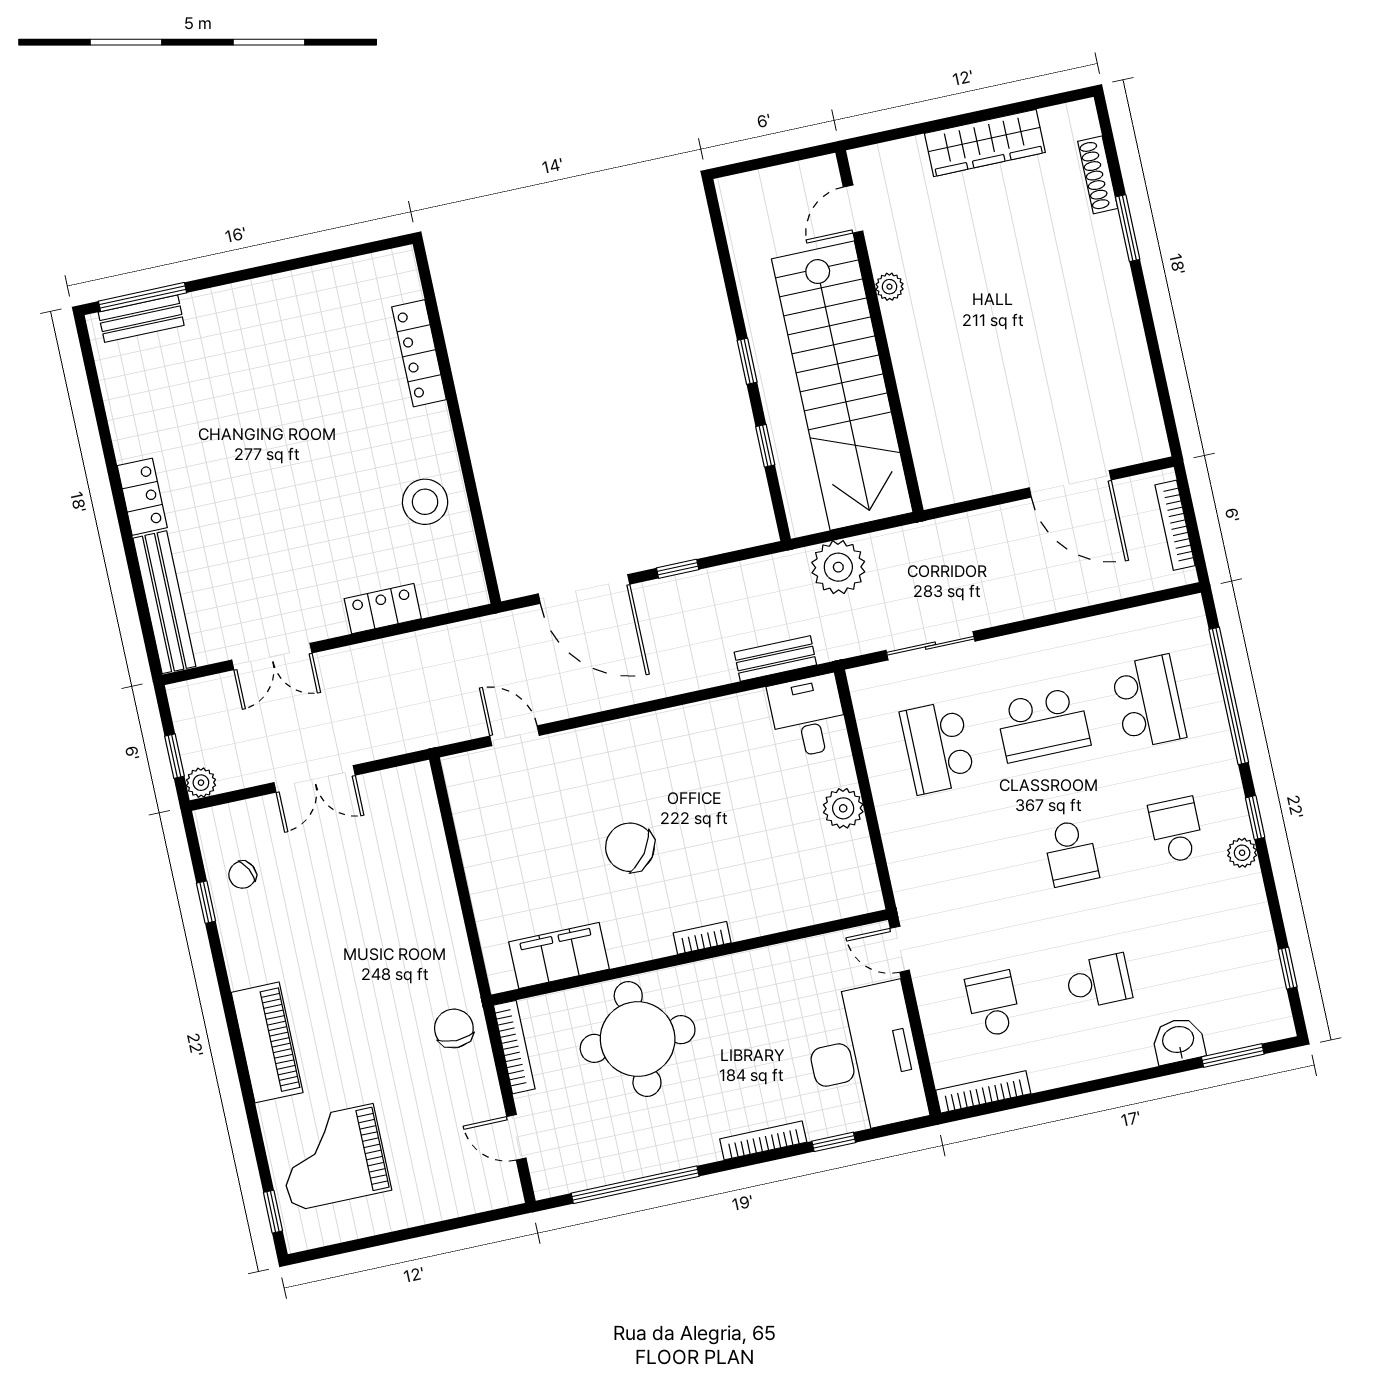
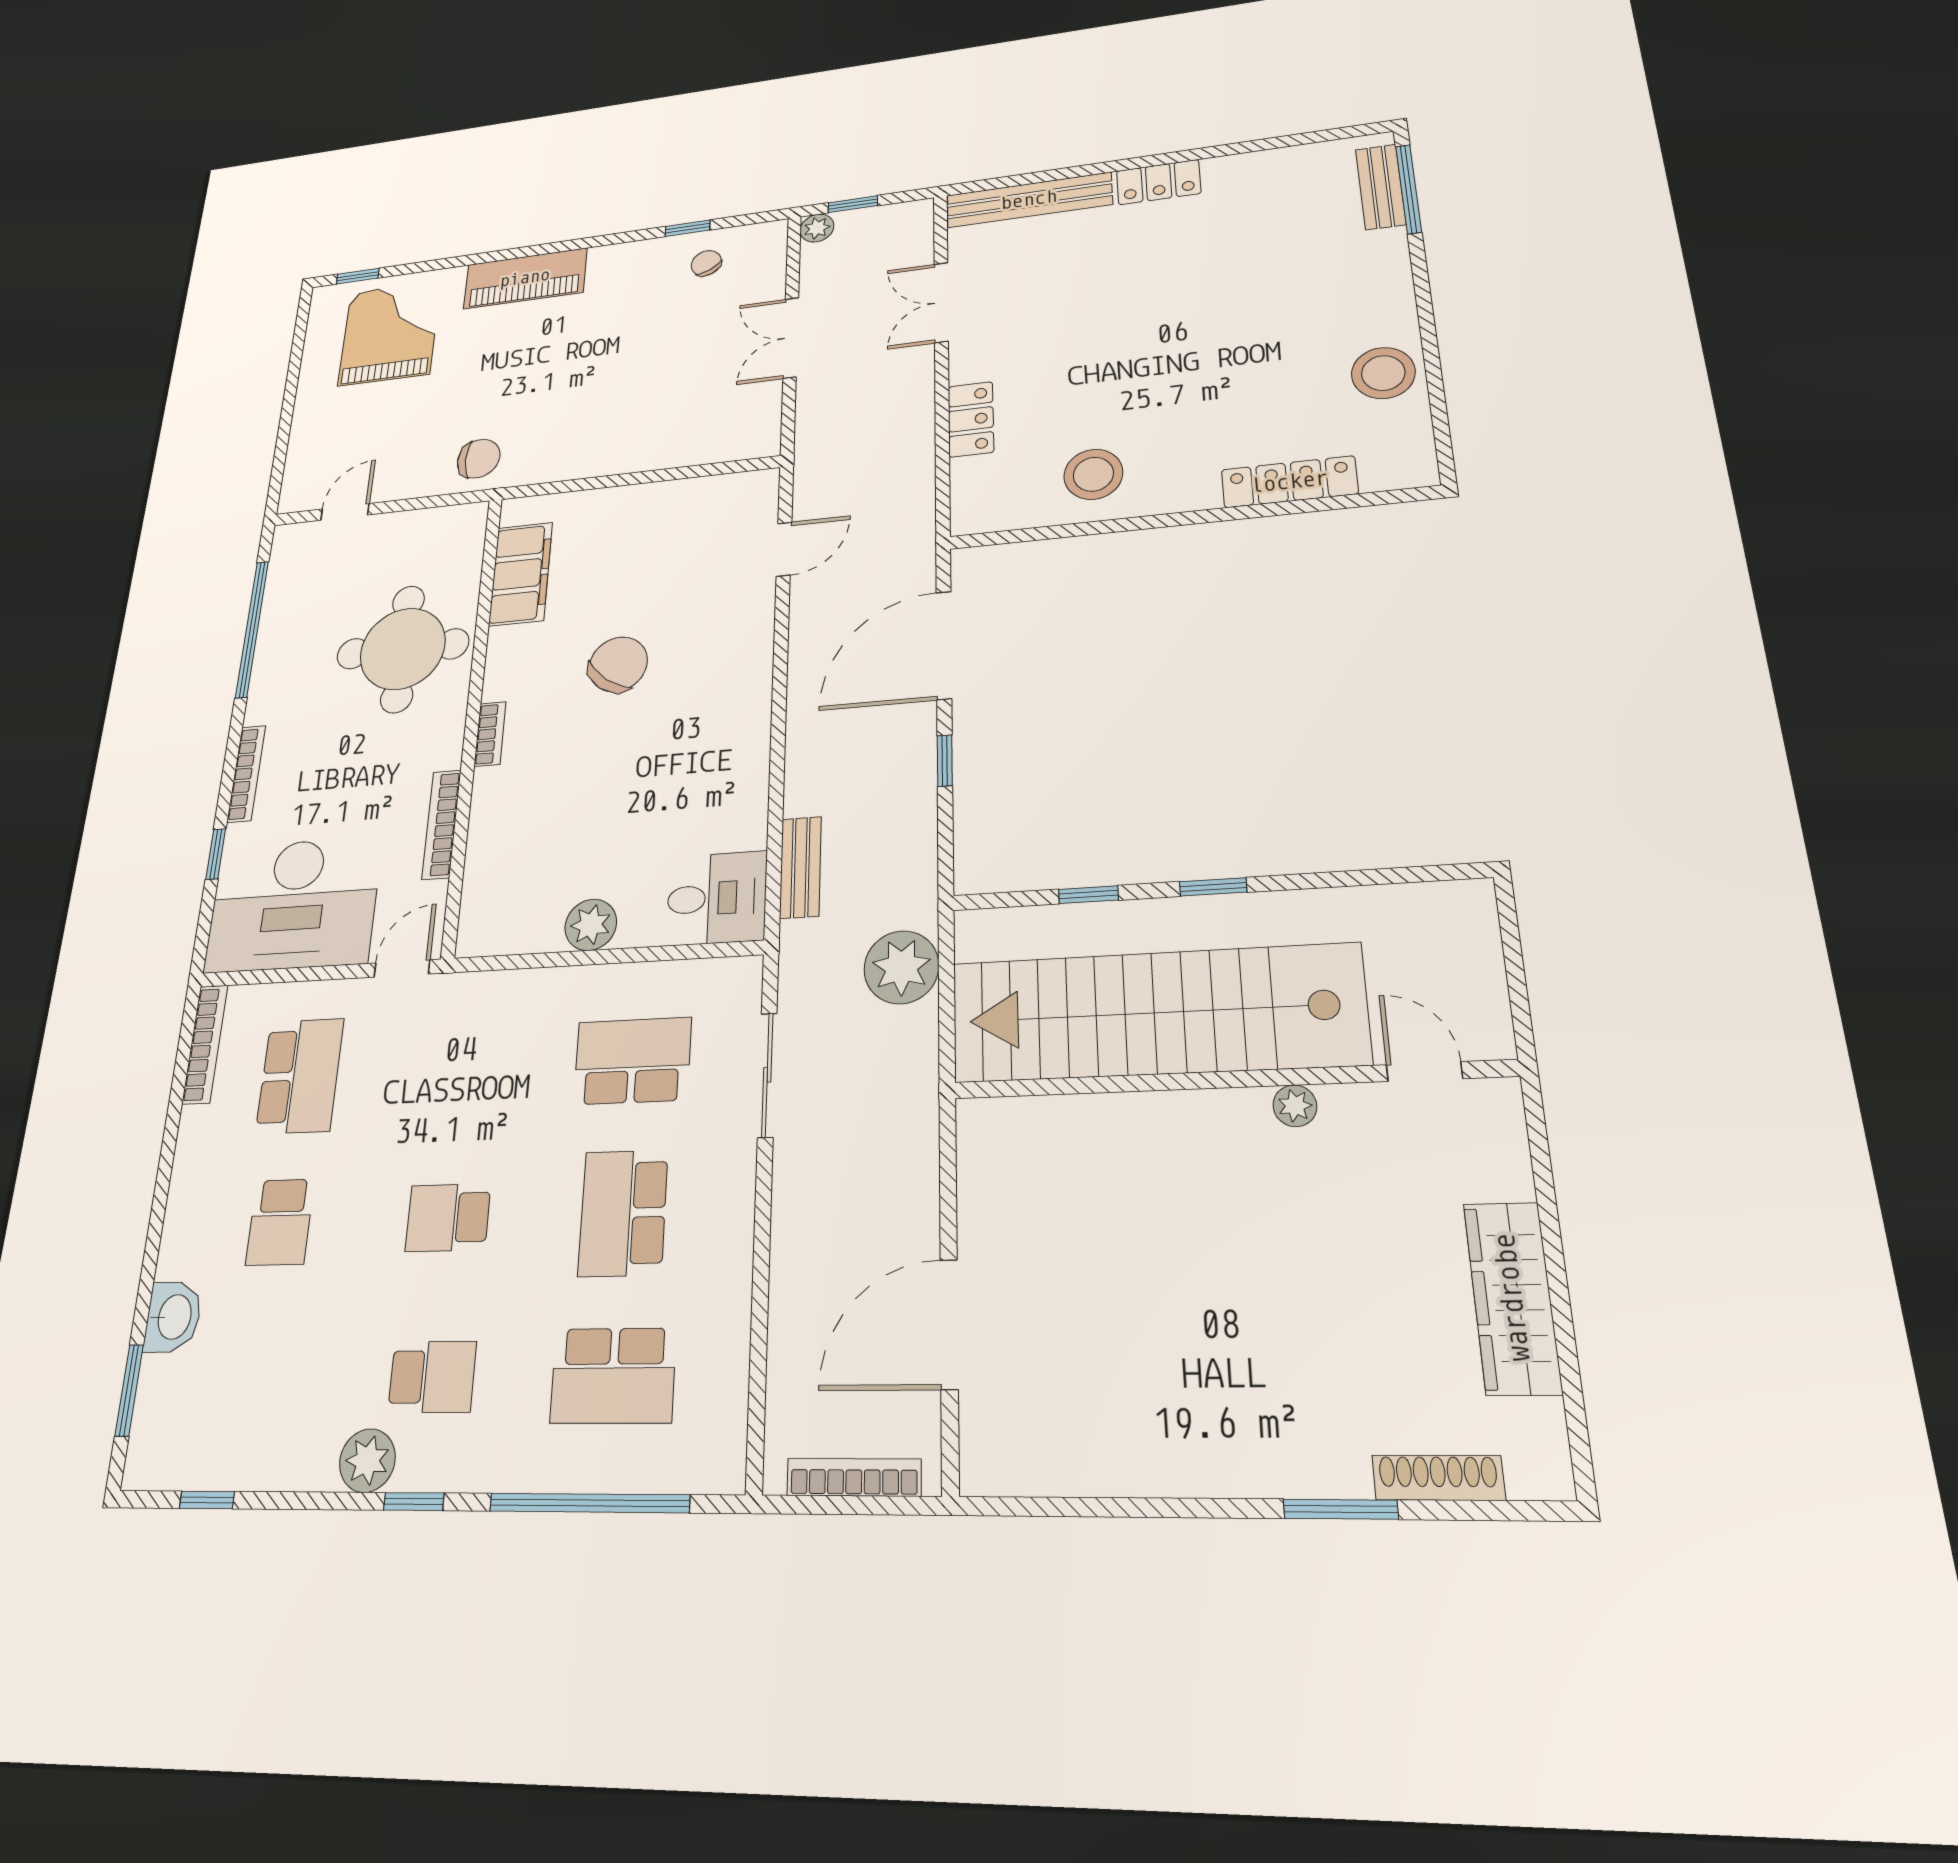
stool: (317, 296) -> (1383, 373), added
plant: (1242, 853) -> (367, 1461), width x1.38, depth x1.38
school desk: (993, 1004) -> (300, 1076), width x1.85
bookcase: (514, 1047) -> (441, 824), moved, turned 90

